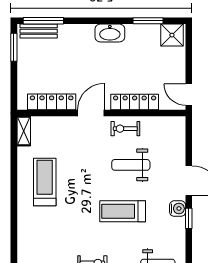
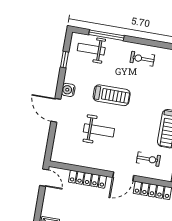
exercise bike: (125, 129) -> (148, 159), moved
window: (189, 218) -> (65, 60), moved

